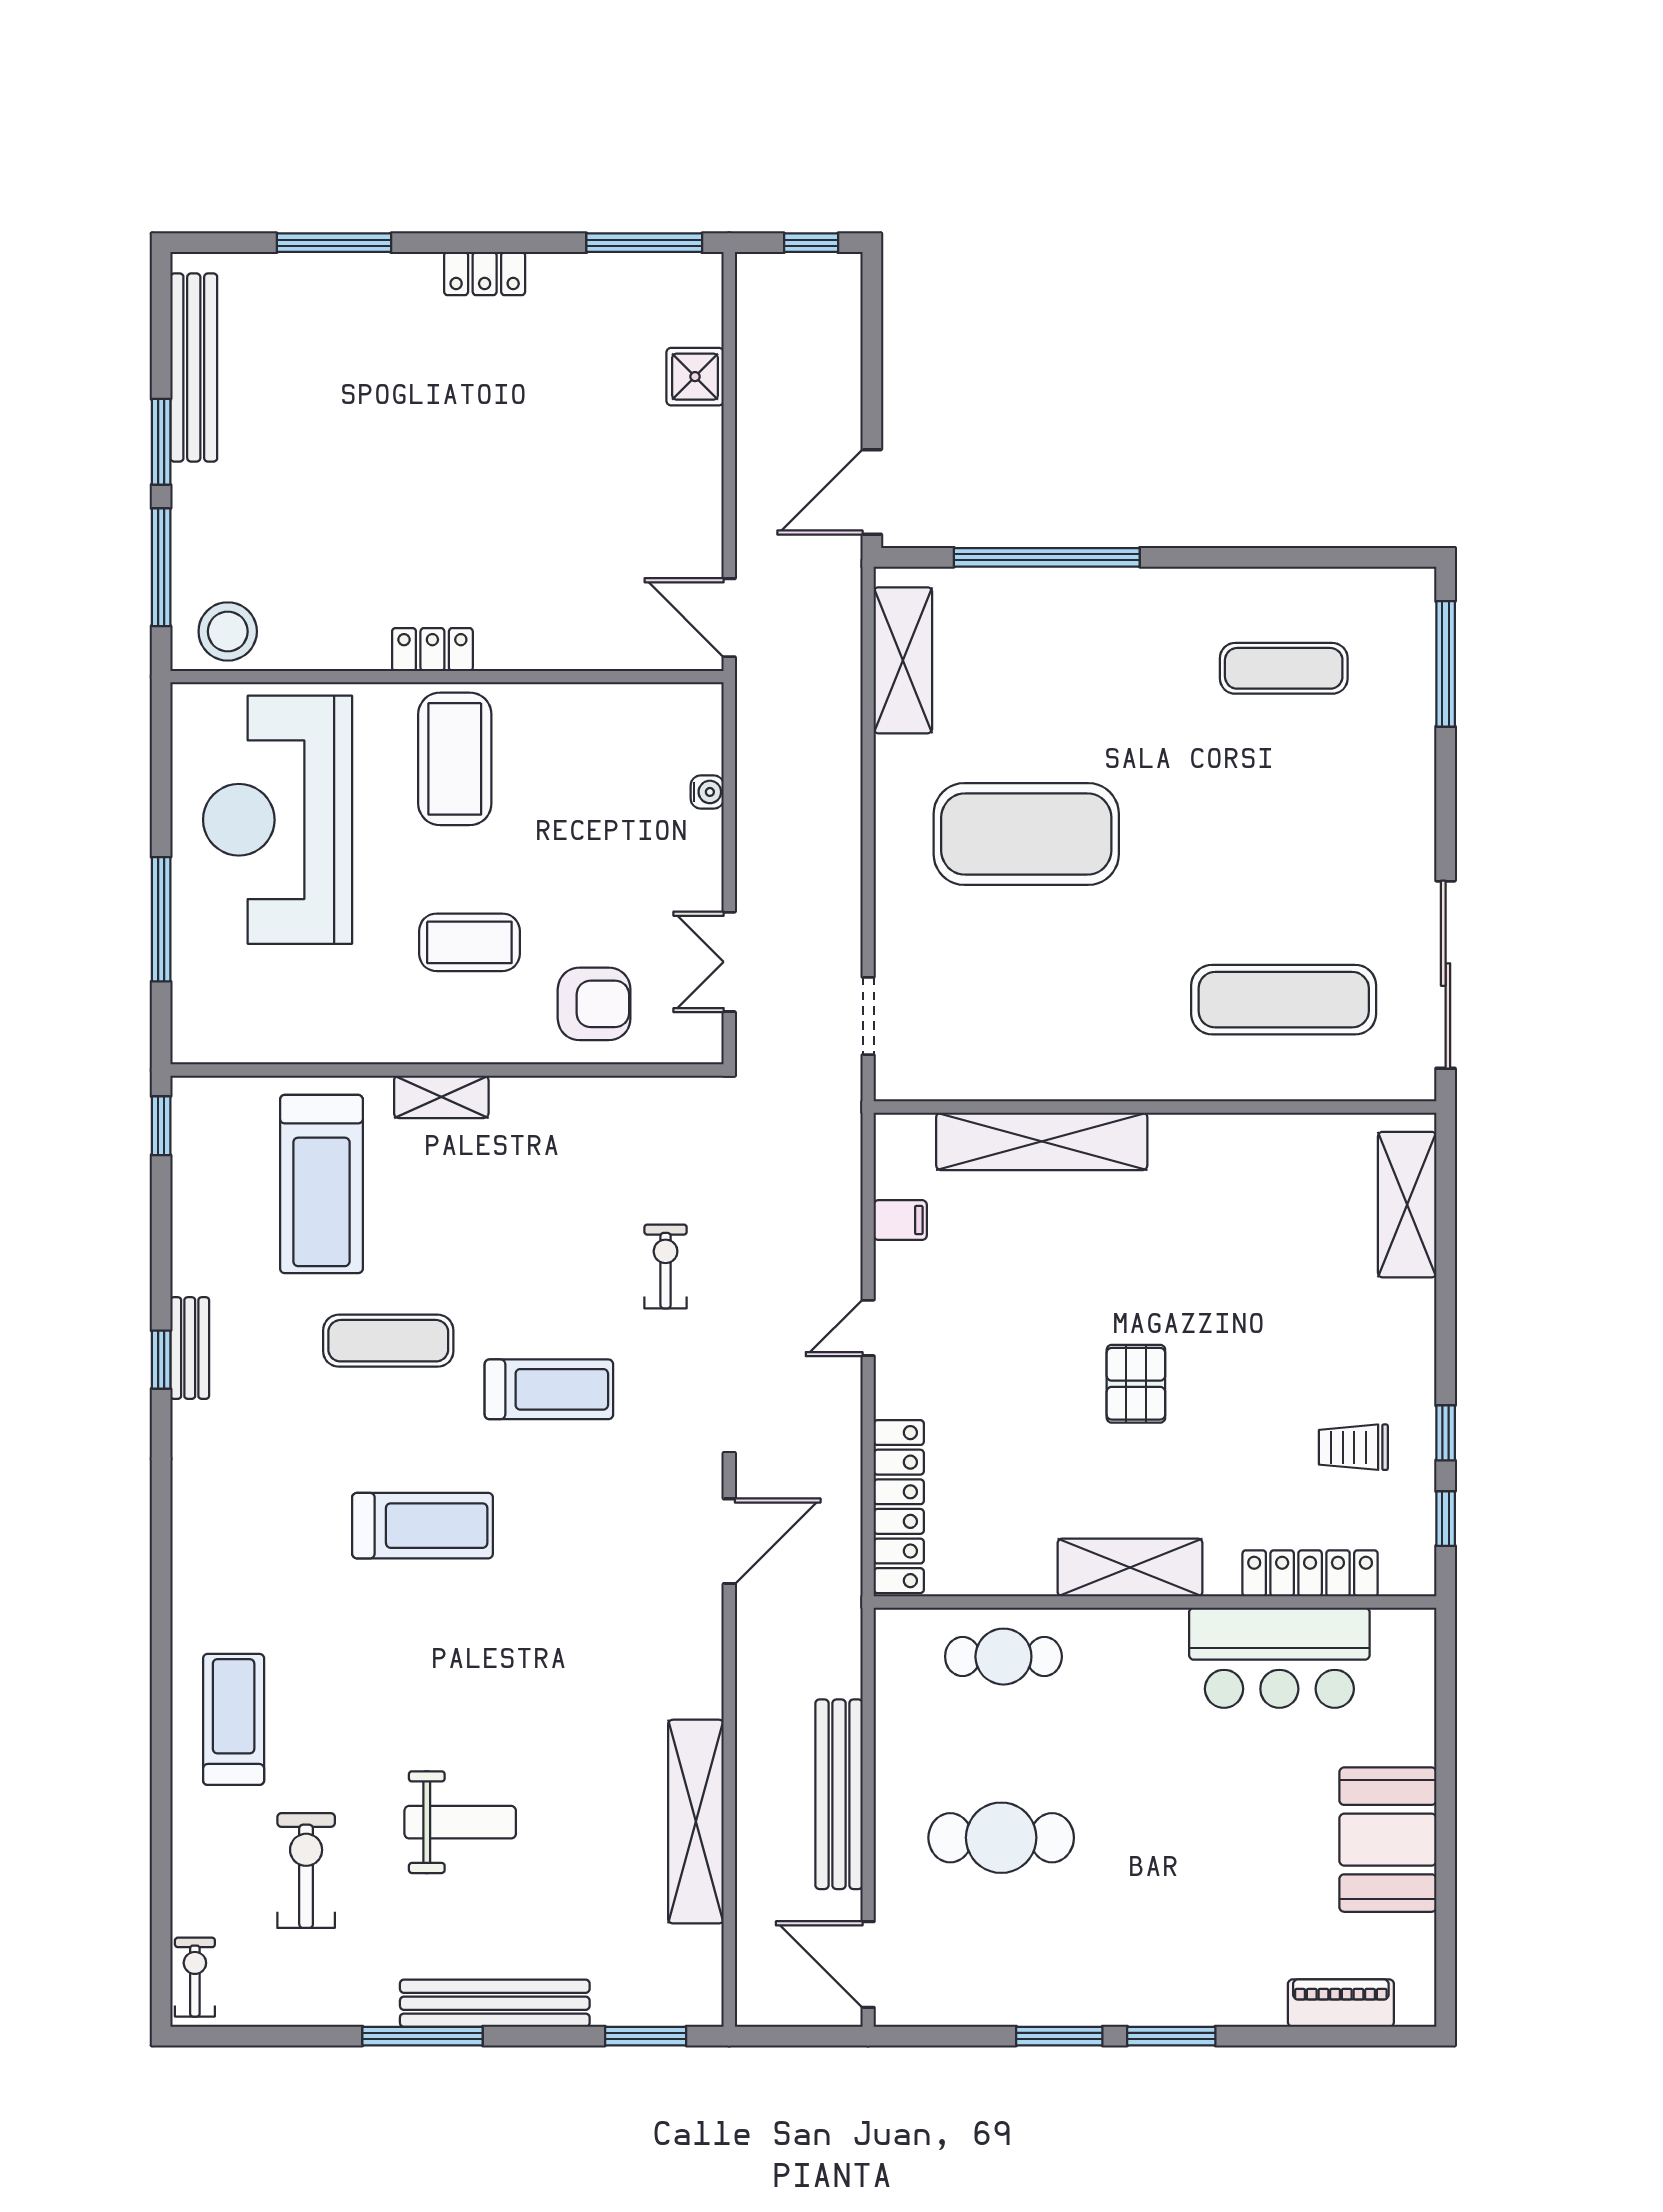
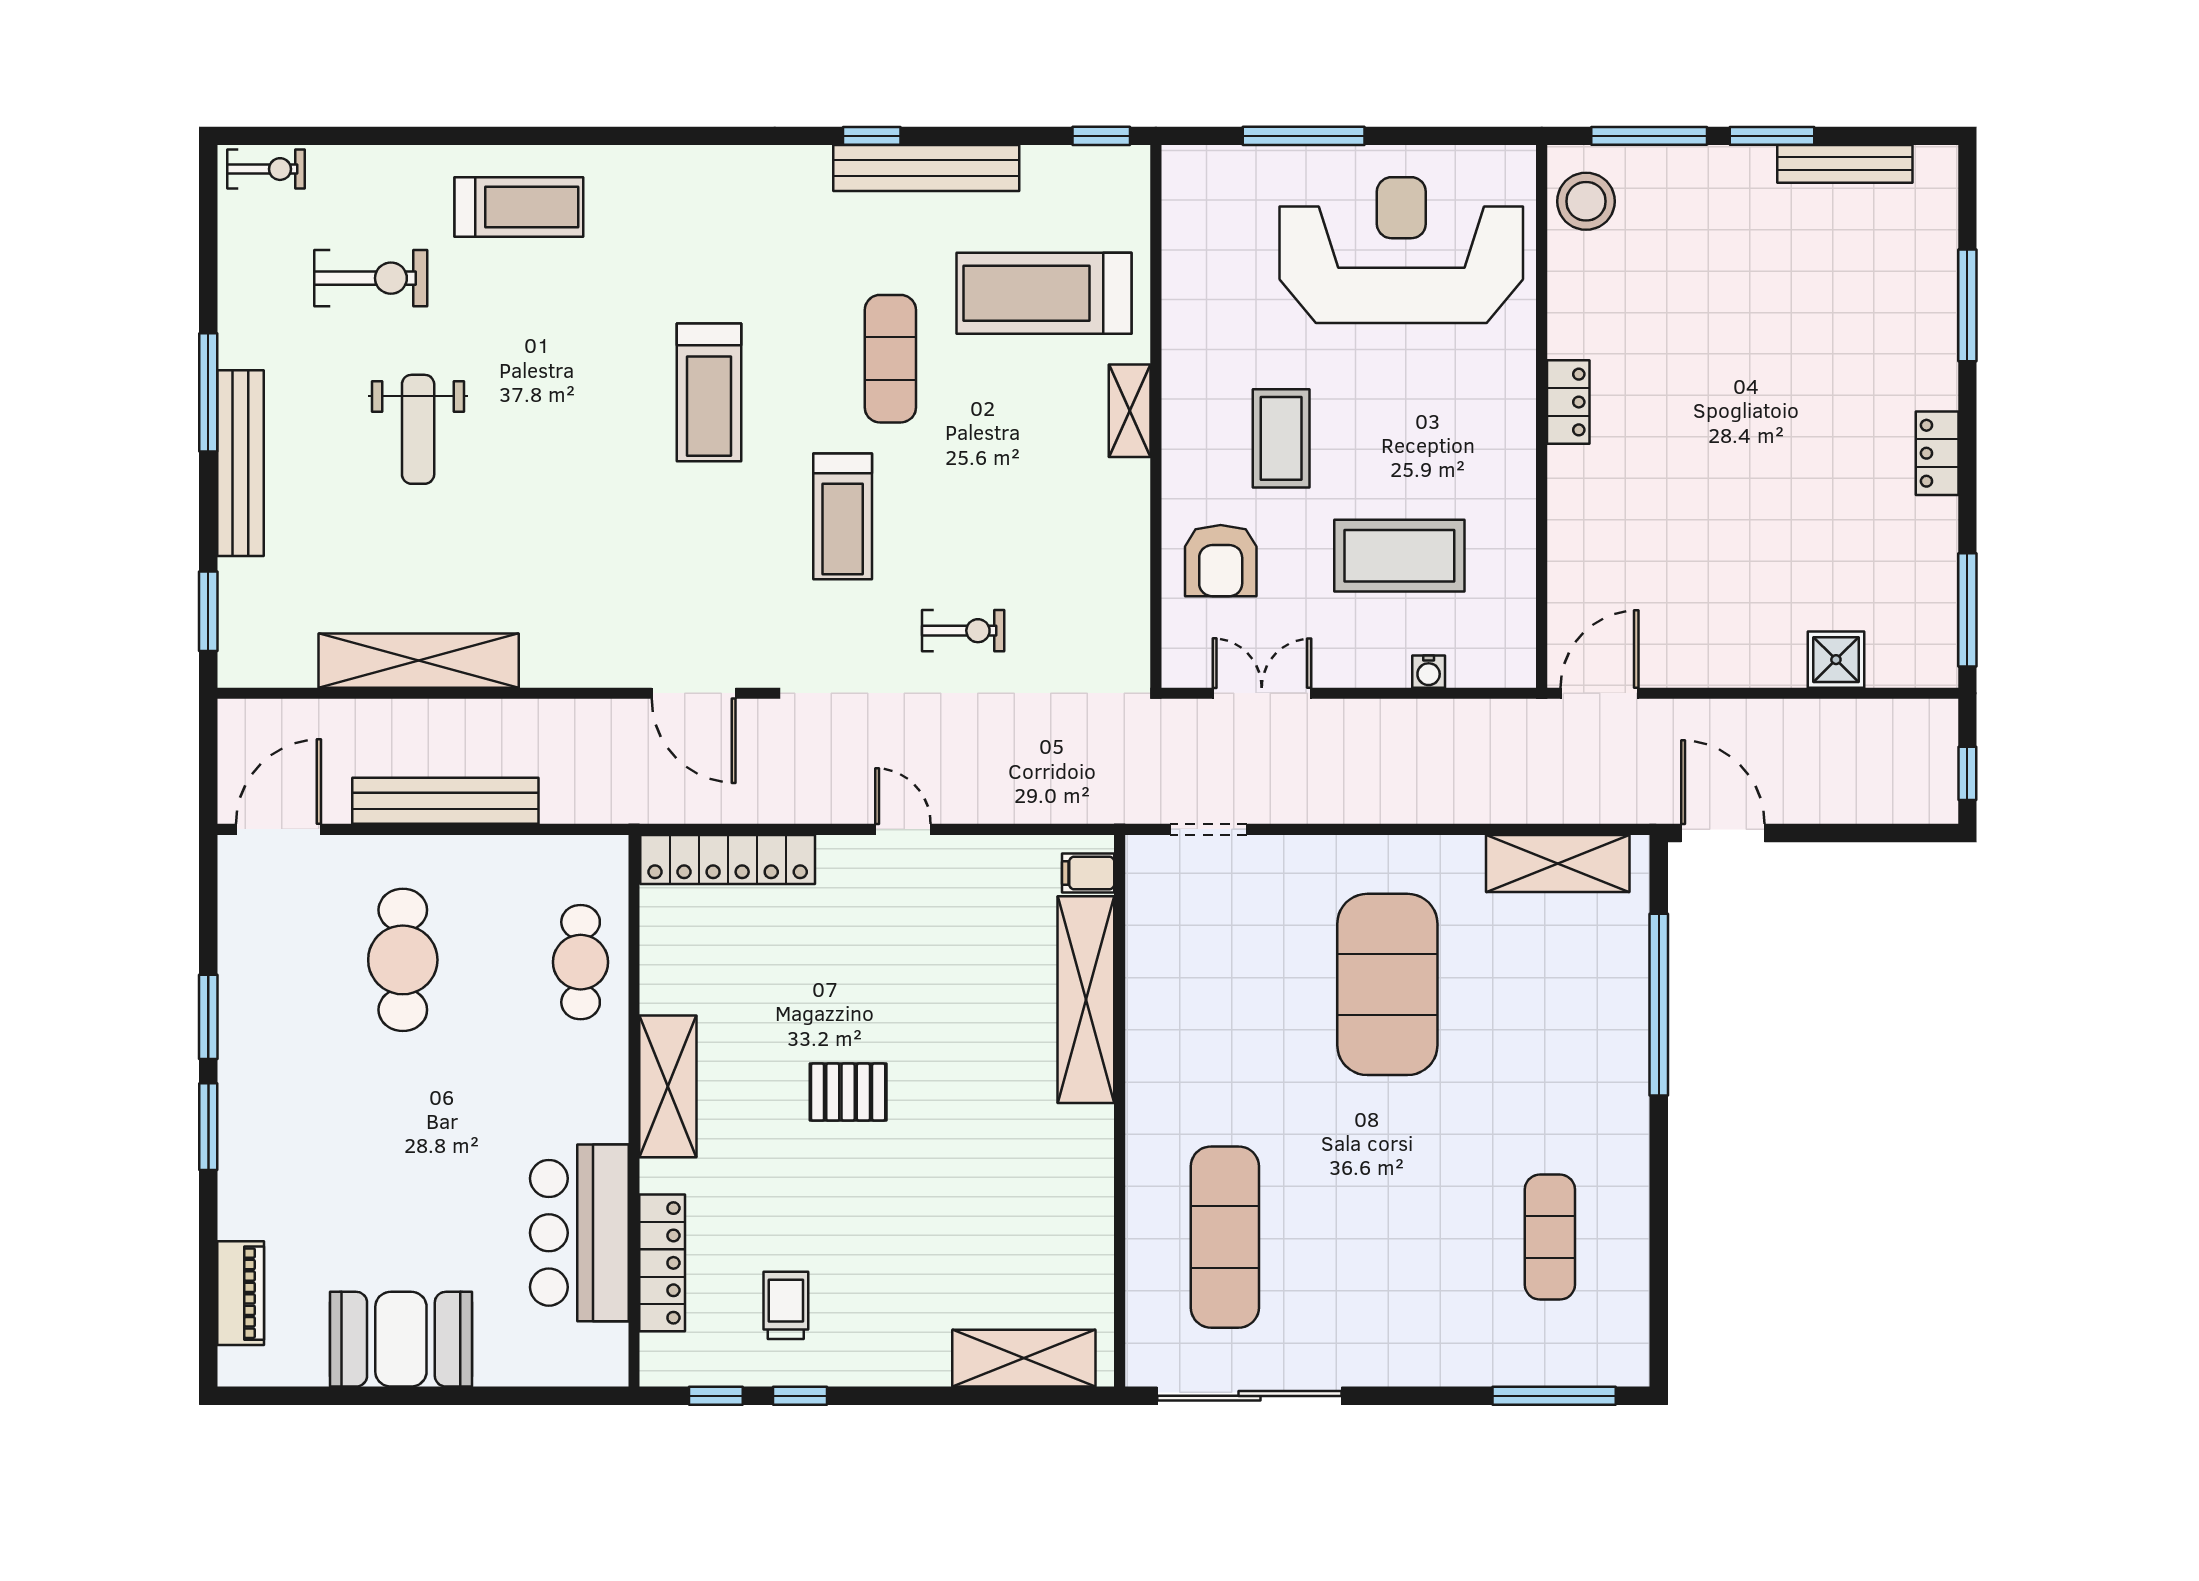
bench: (194, 368) -> (1845, 164), width x0.73, depth x0.82
coffee table: (455, 759) -> (1399, 556), moved
filing cabinet: (900, 1220) -> (1088, 873), moved, turned 90
bench: (190, 1348) -> (926, 168), width x1.86, depth x1.21

